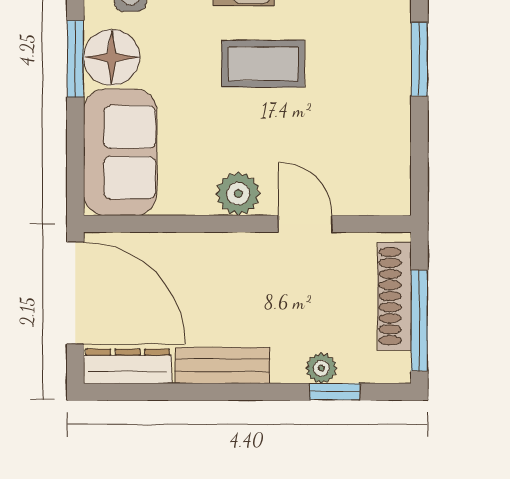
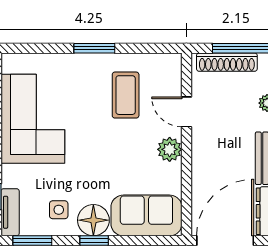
window: (75, 59) -> (94, 241), width x0.67
coffee table: (263, 64) -> (126, 95), moved
door: (305, 224) -> (186, 112), hinge flipped

